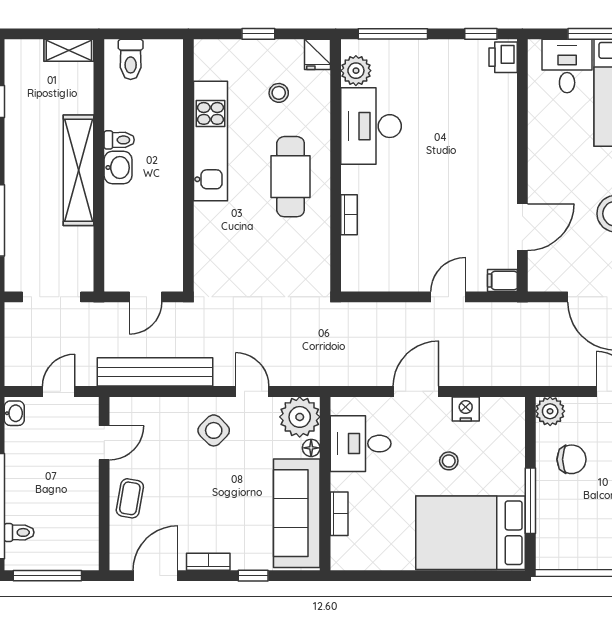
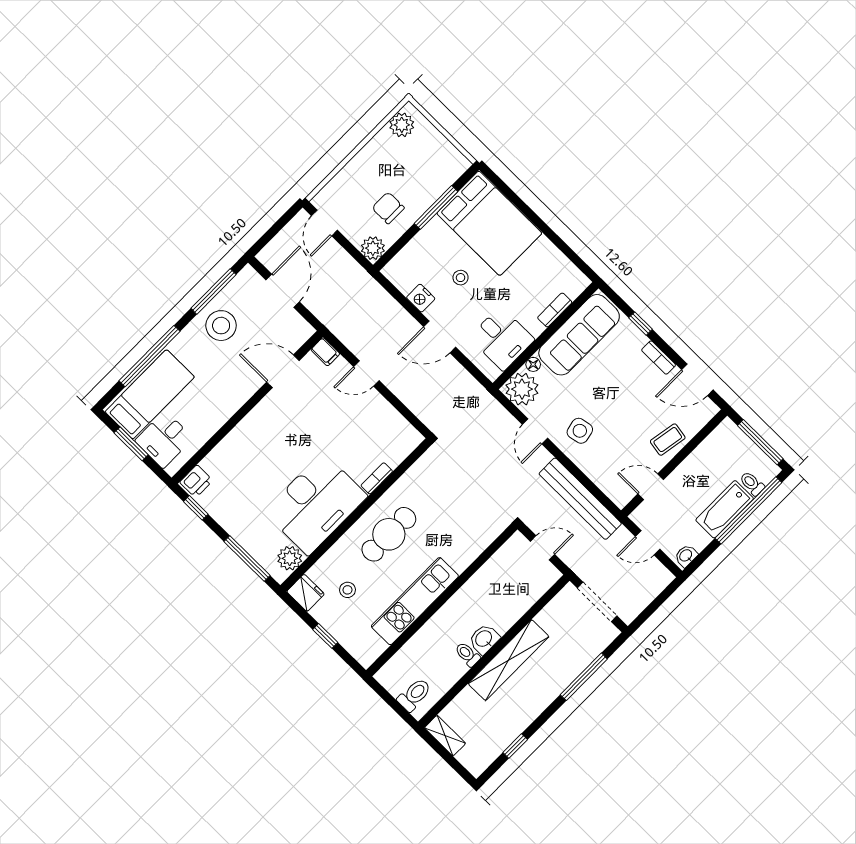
fridge: (318, 54) -> (306, 593), width x1.38
desk: (371, 126) -> (316, 504), width x1.36, depth x1.30
side table: (214, 430) -> (580, 431), turned 33
bathtub: (21, 487) -> (725, 509), added

